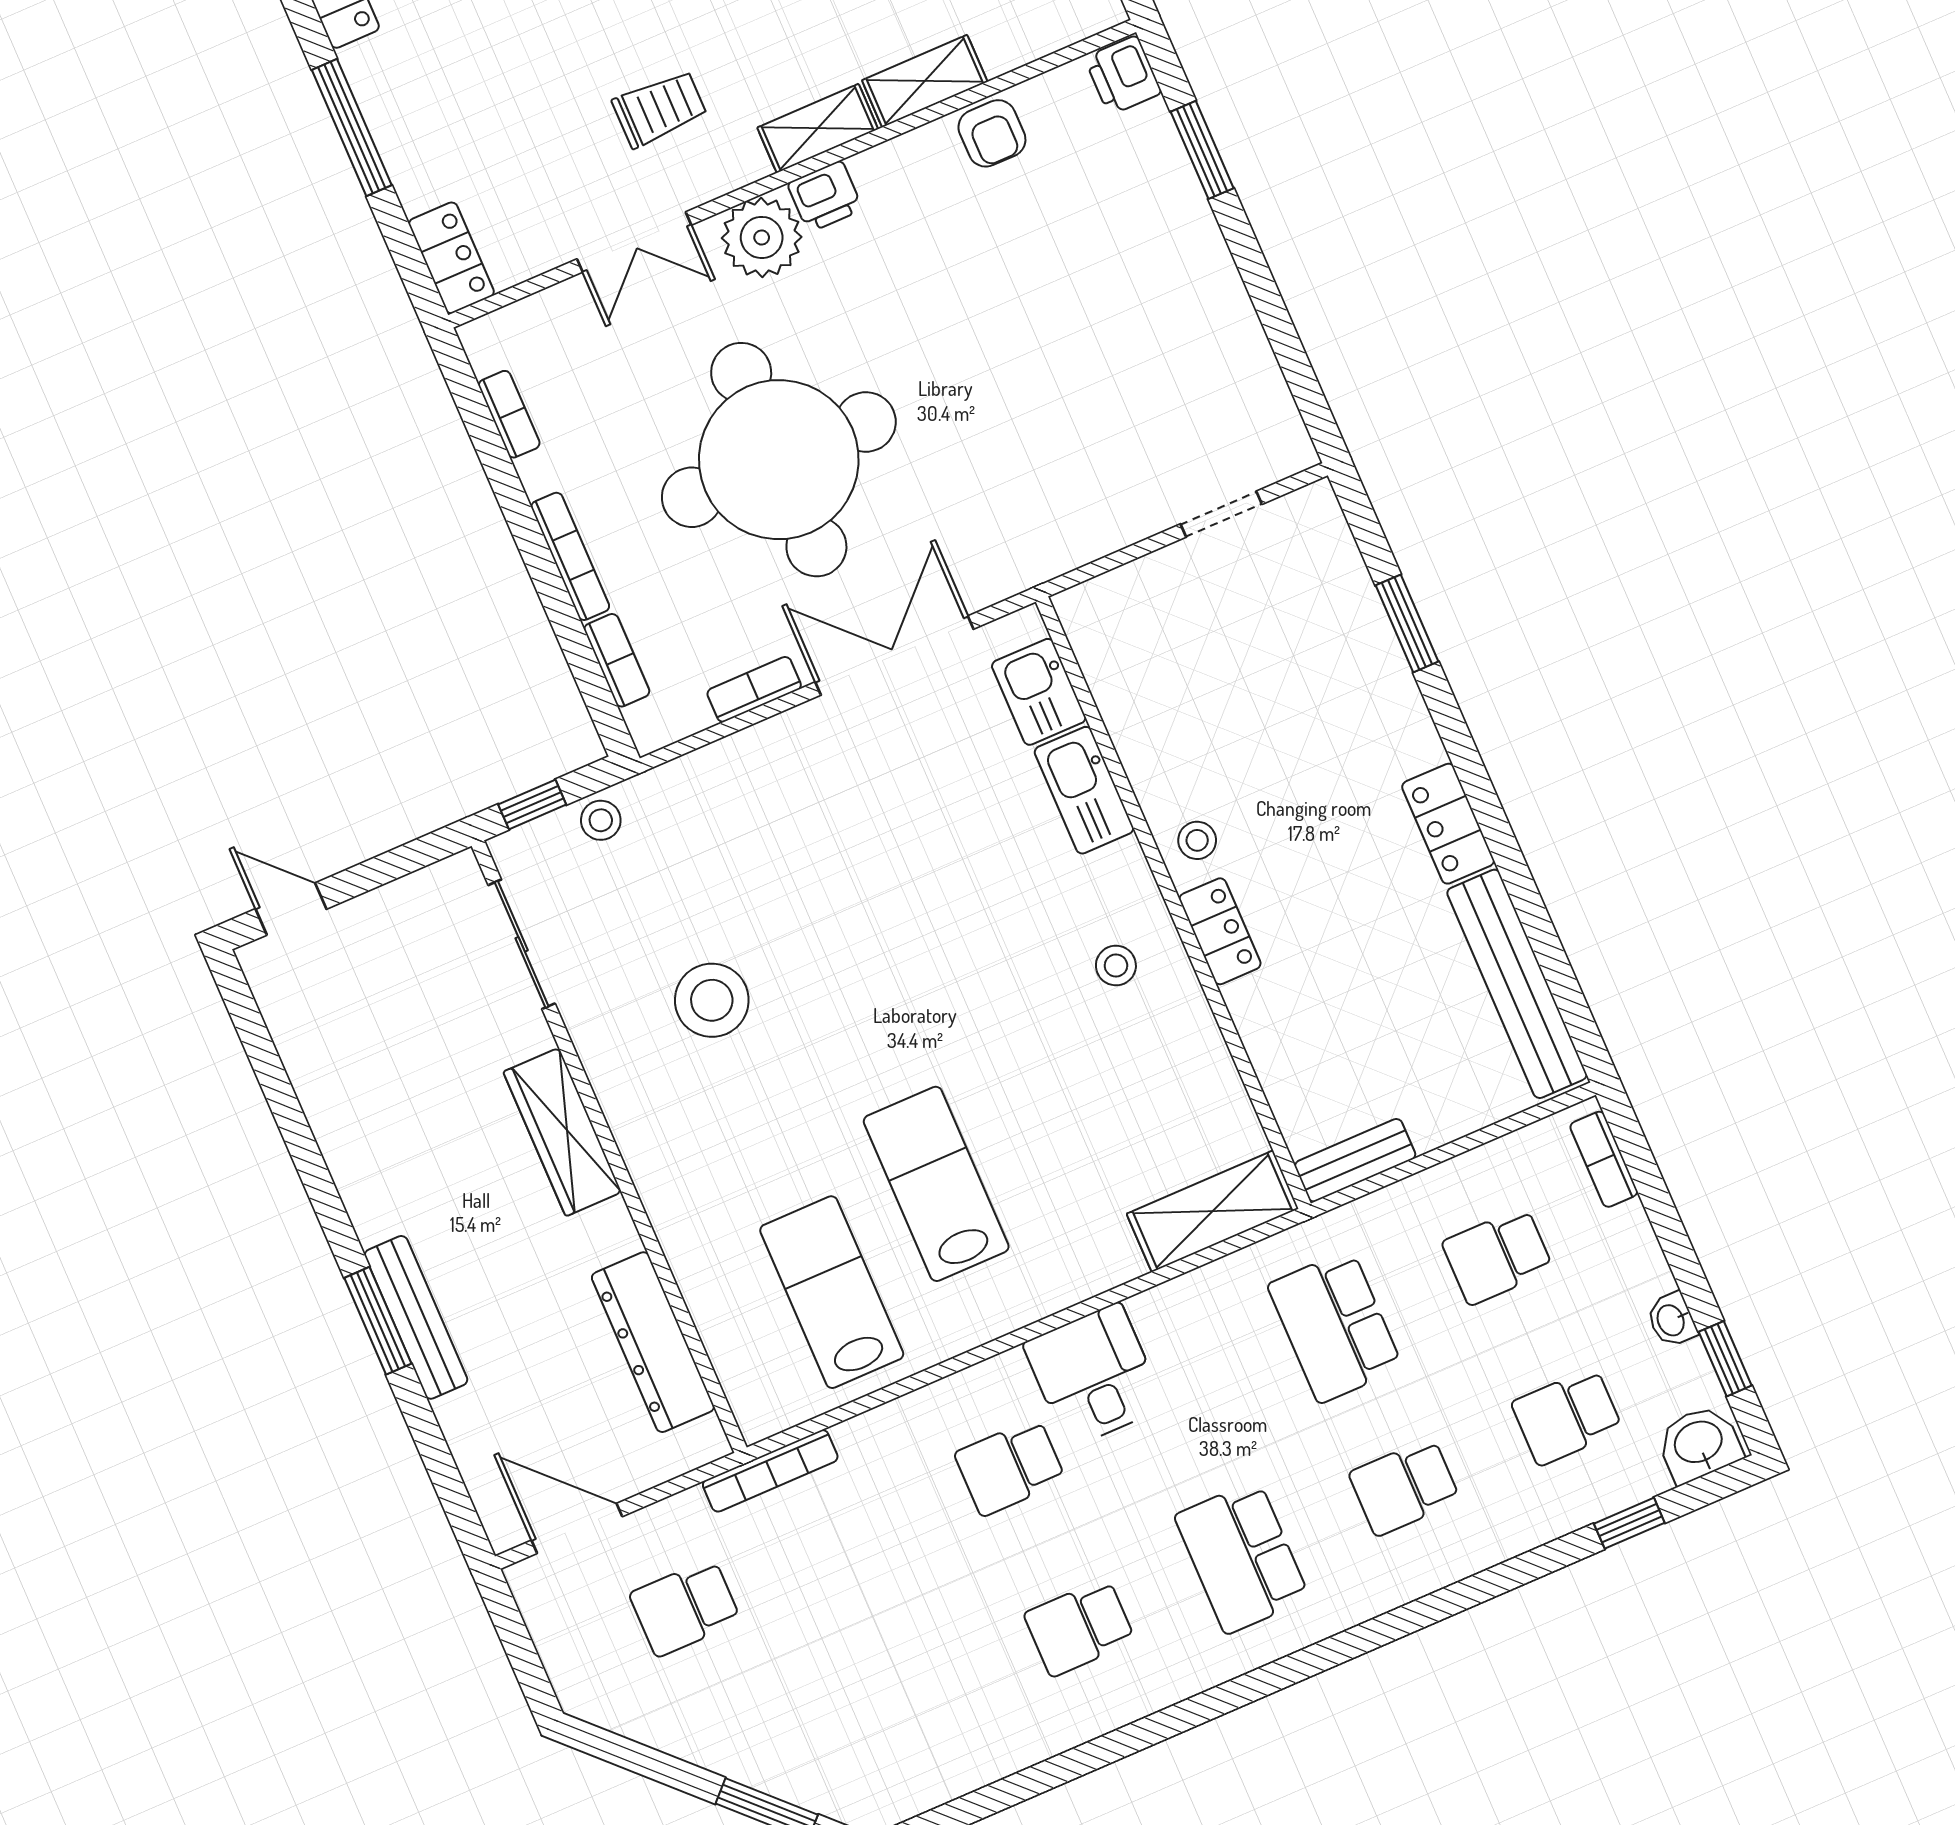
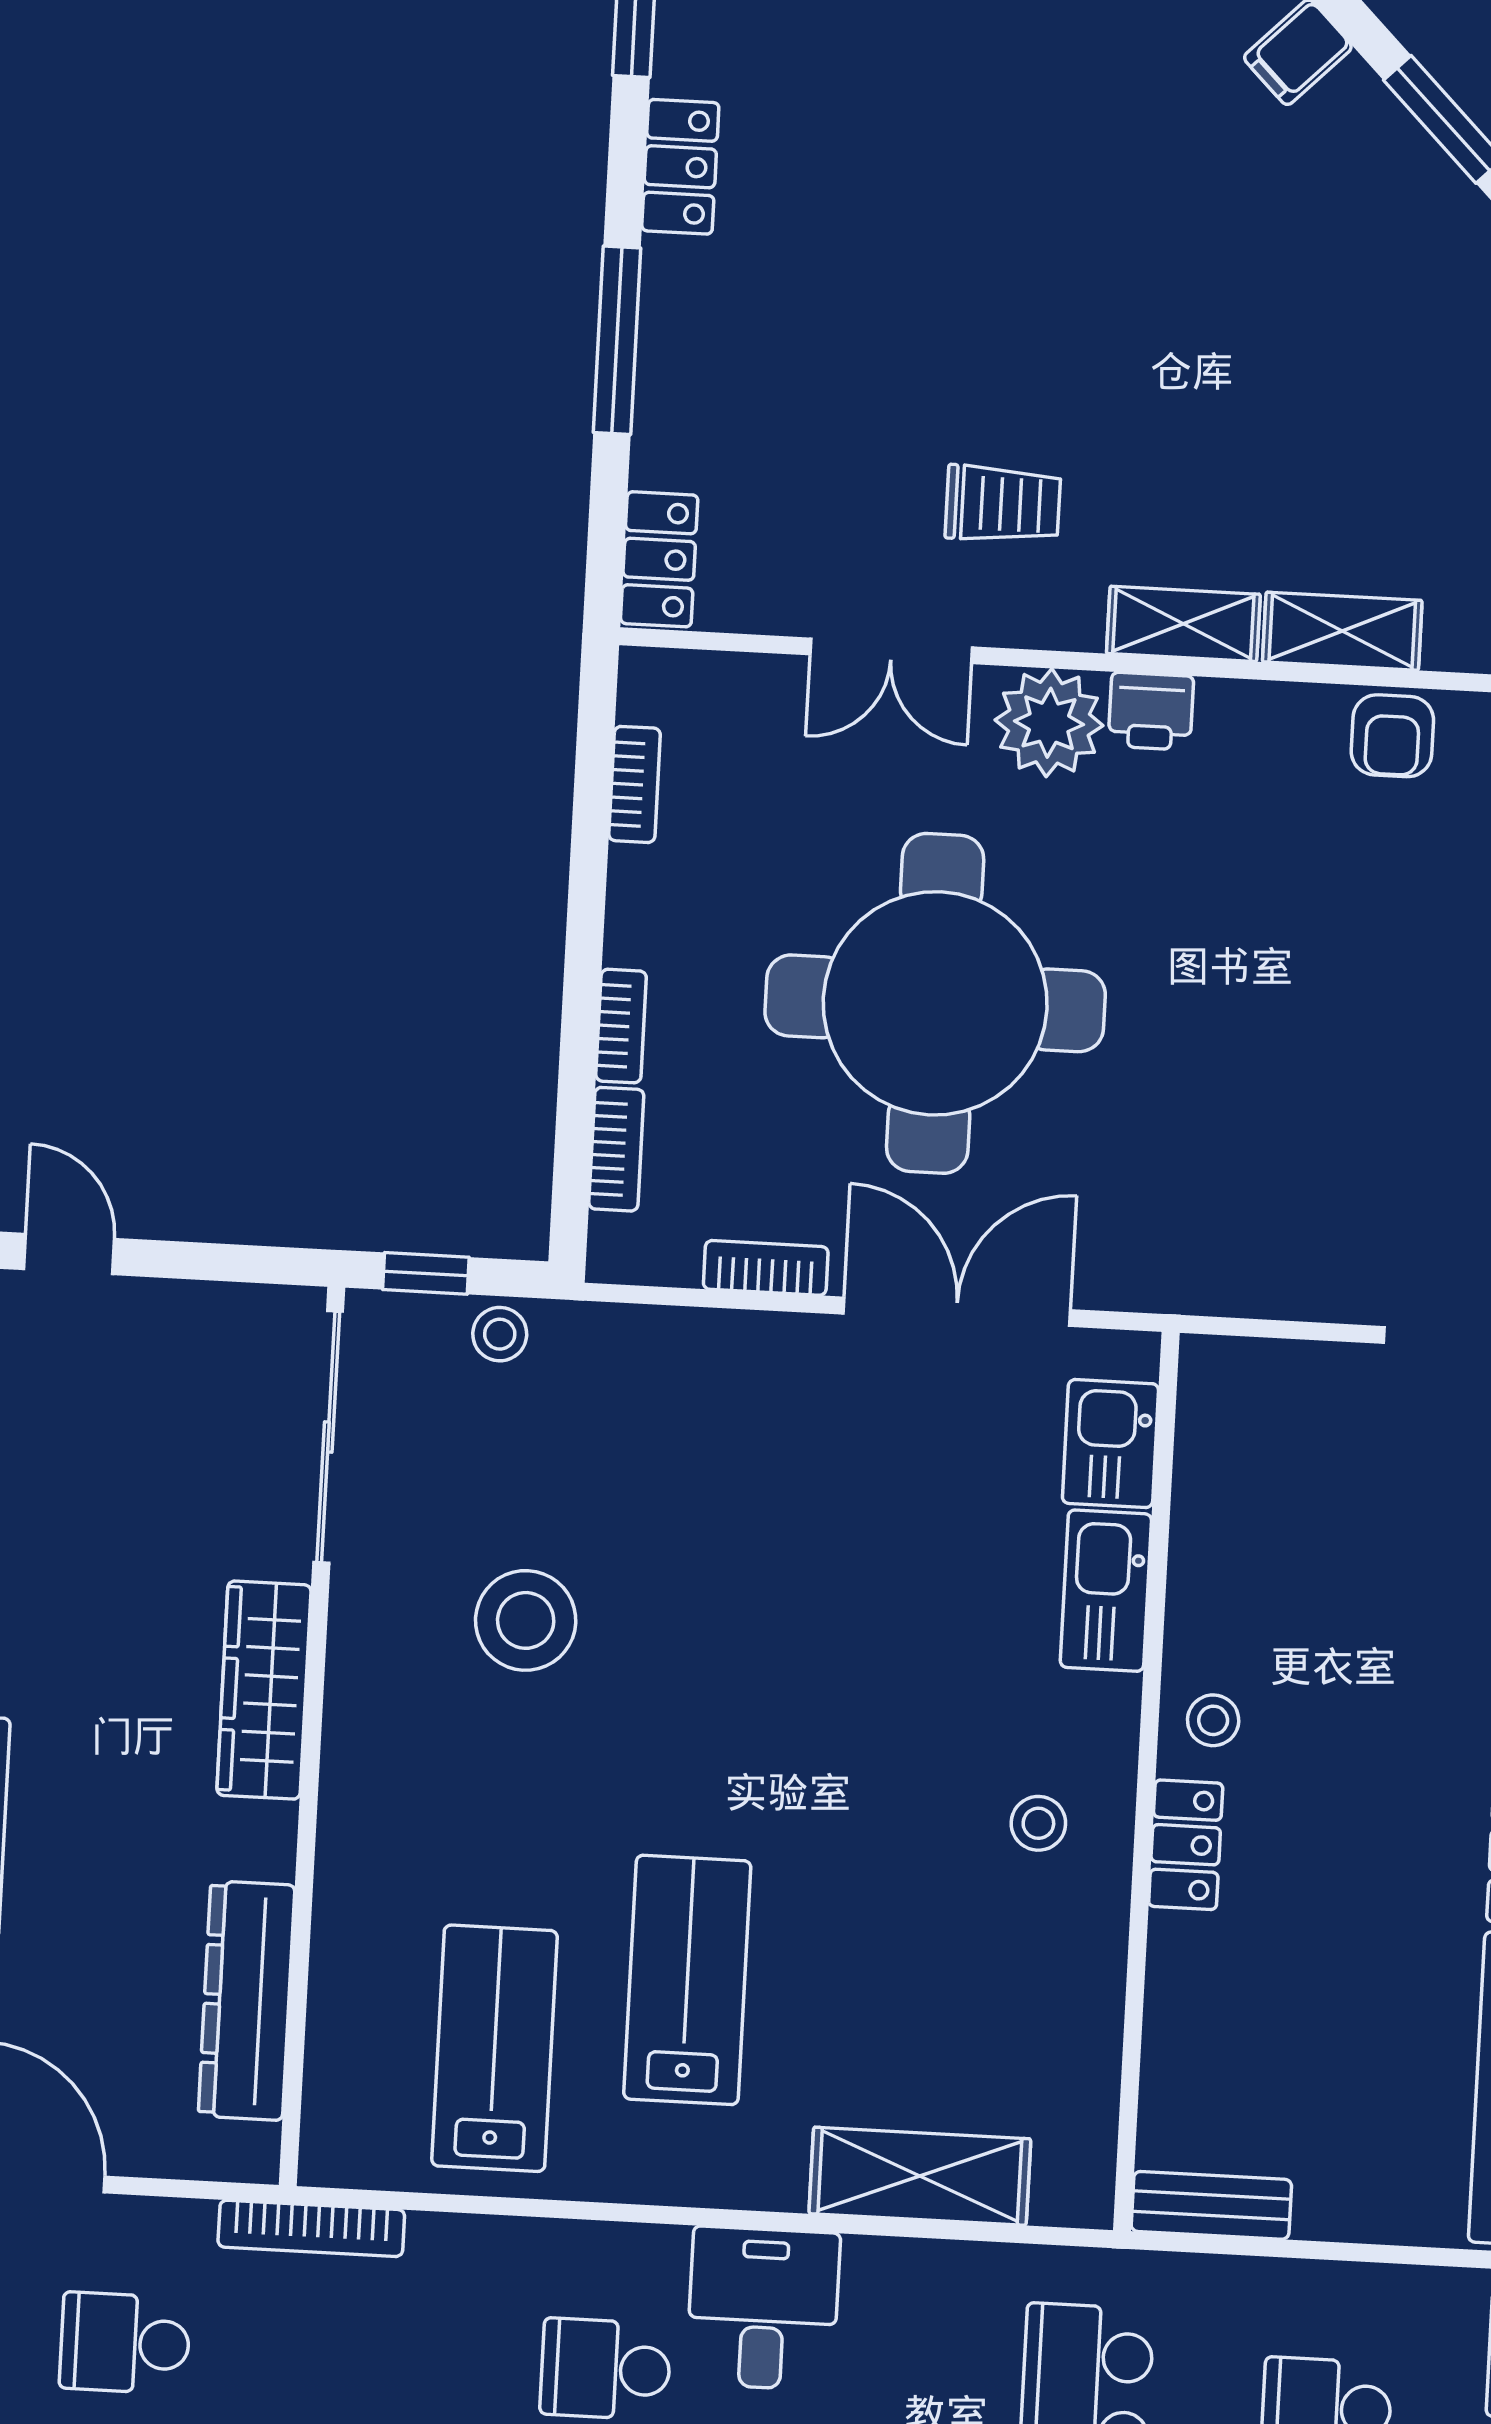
bookcase: (570, 556) -> (621, 1026), width x0.64
sliding door: (522, 944) -> (328, 1437), width x1.37
shelving: (1213, 1211) -> (920, 2176), moved

